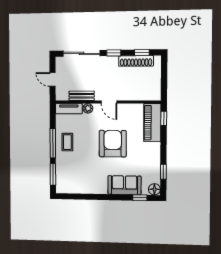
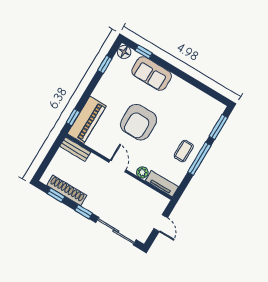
bench: (82, 96) -> (75, 149), moved

